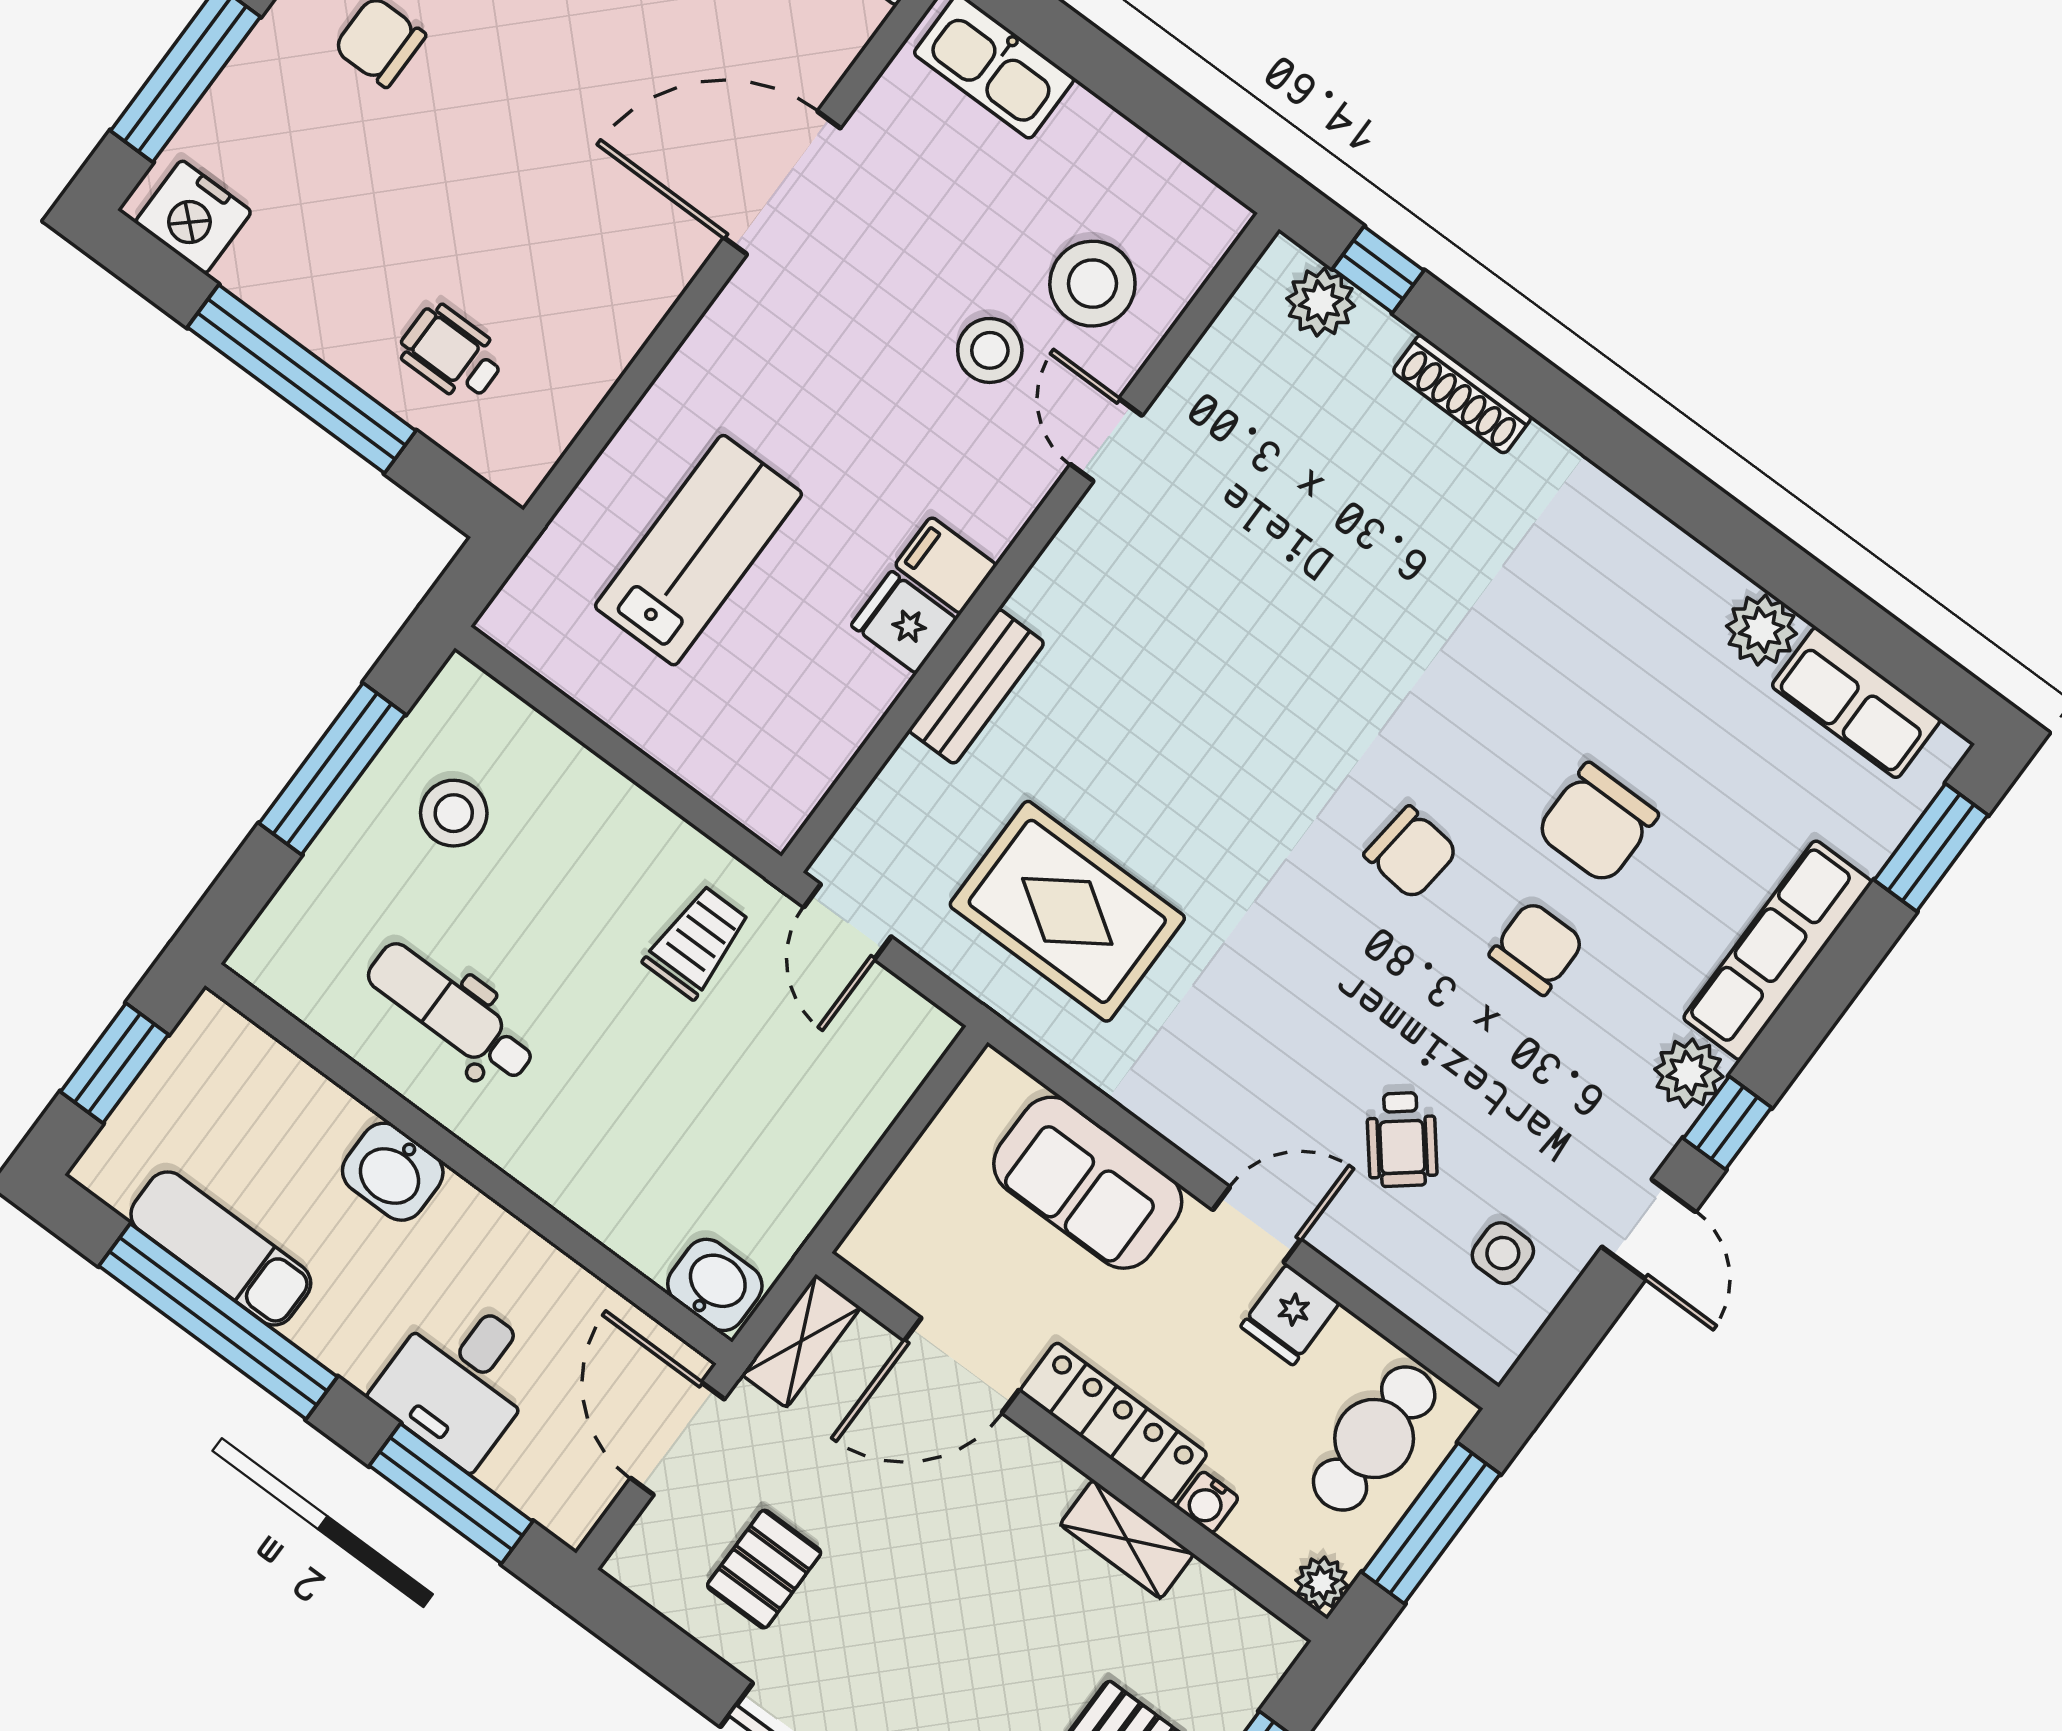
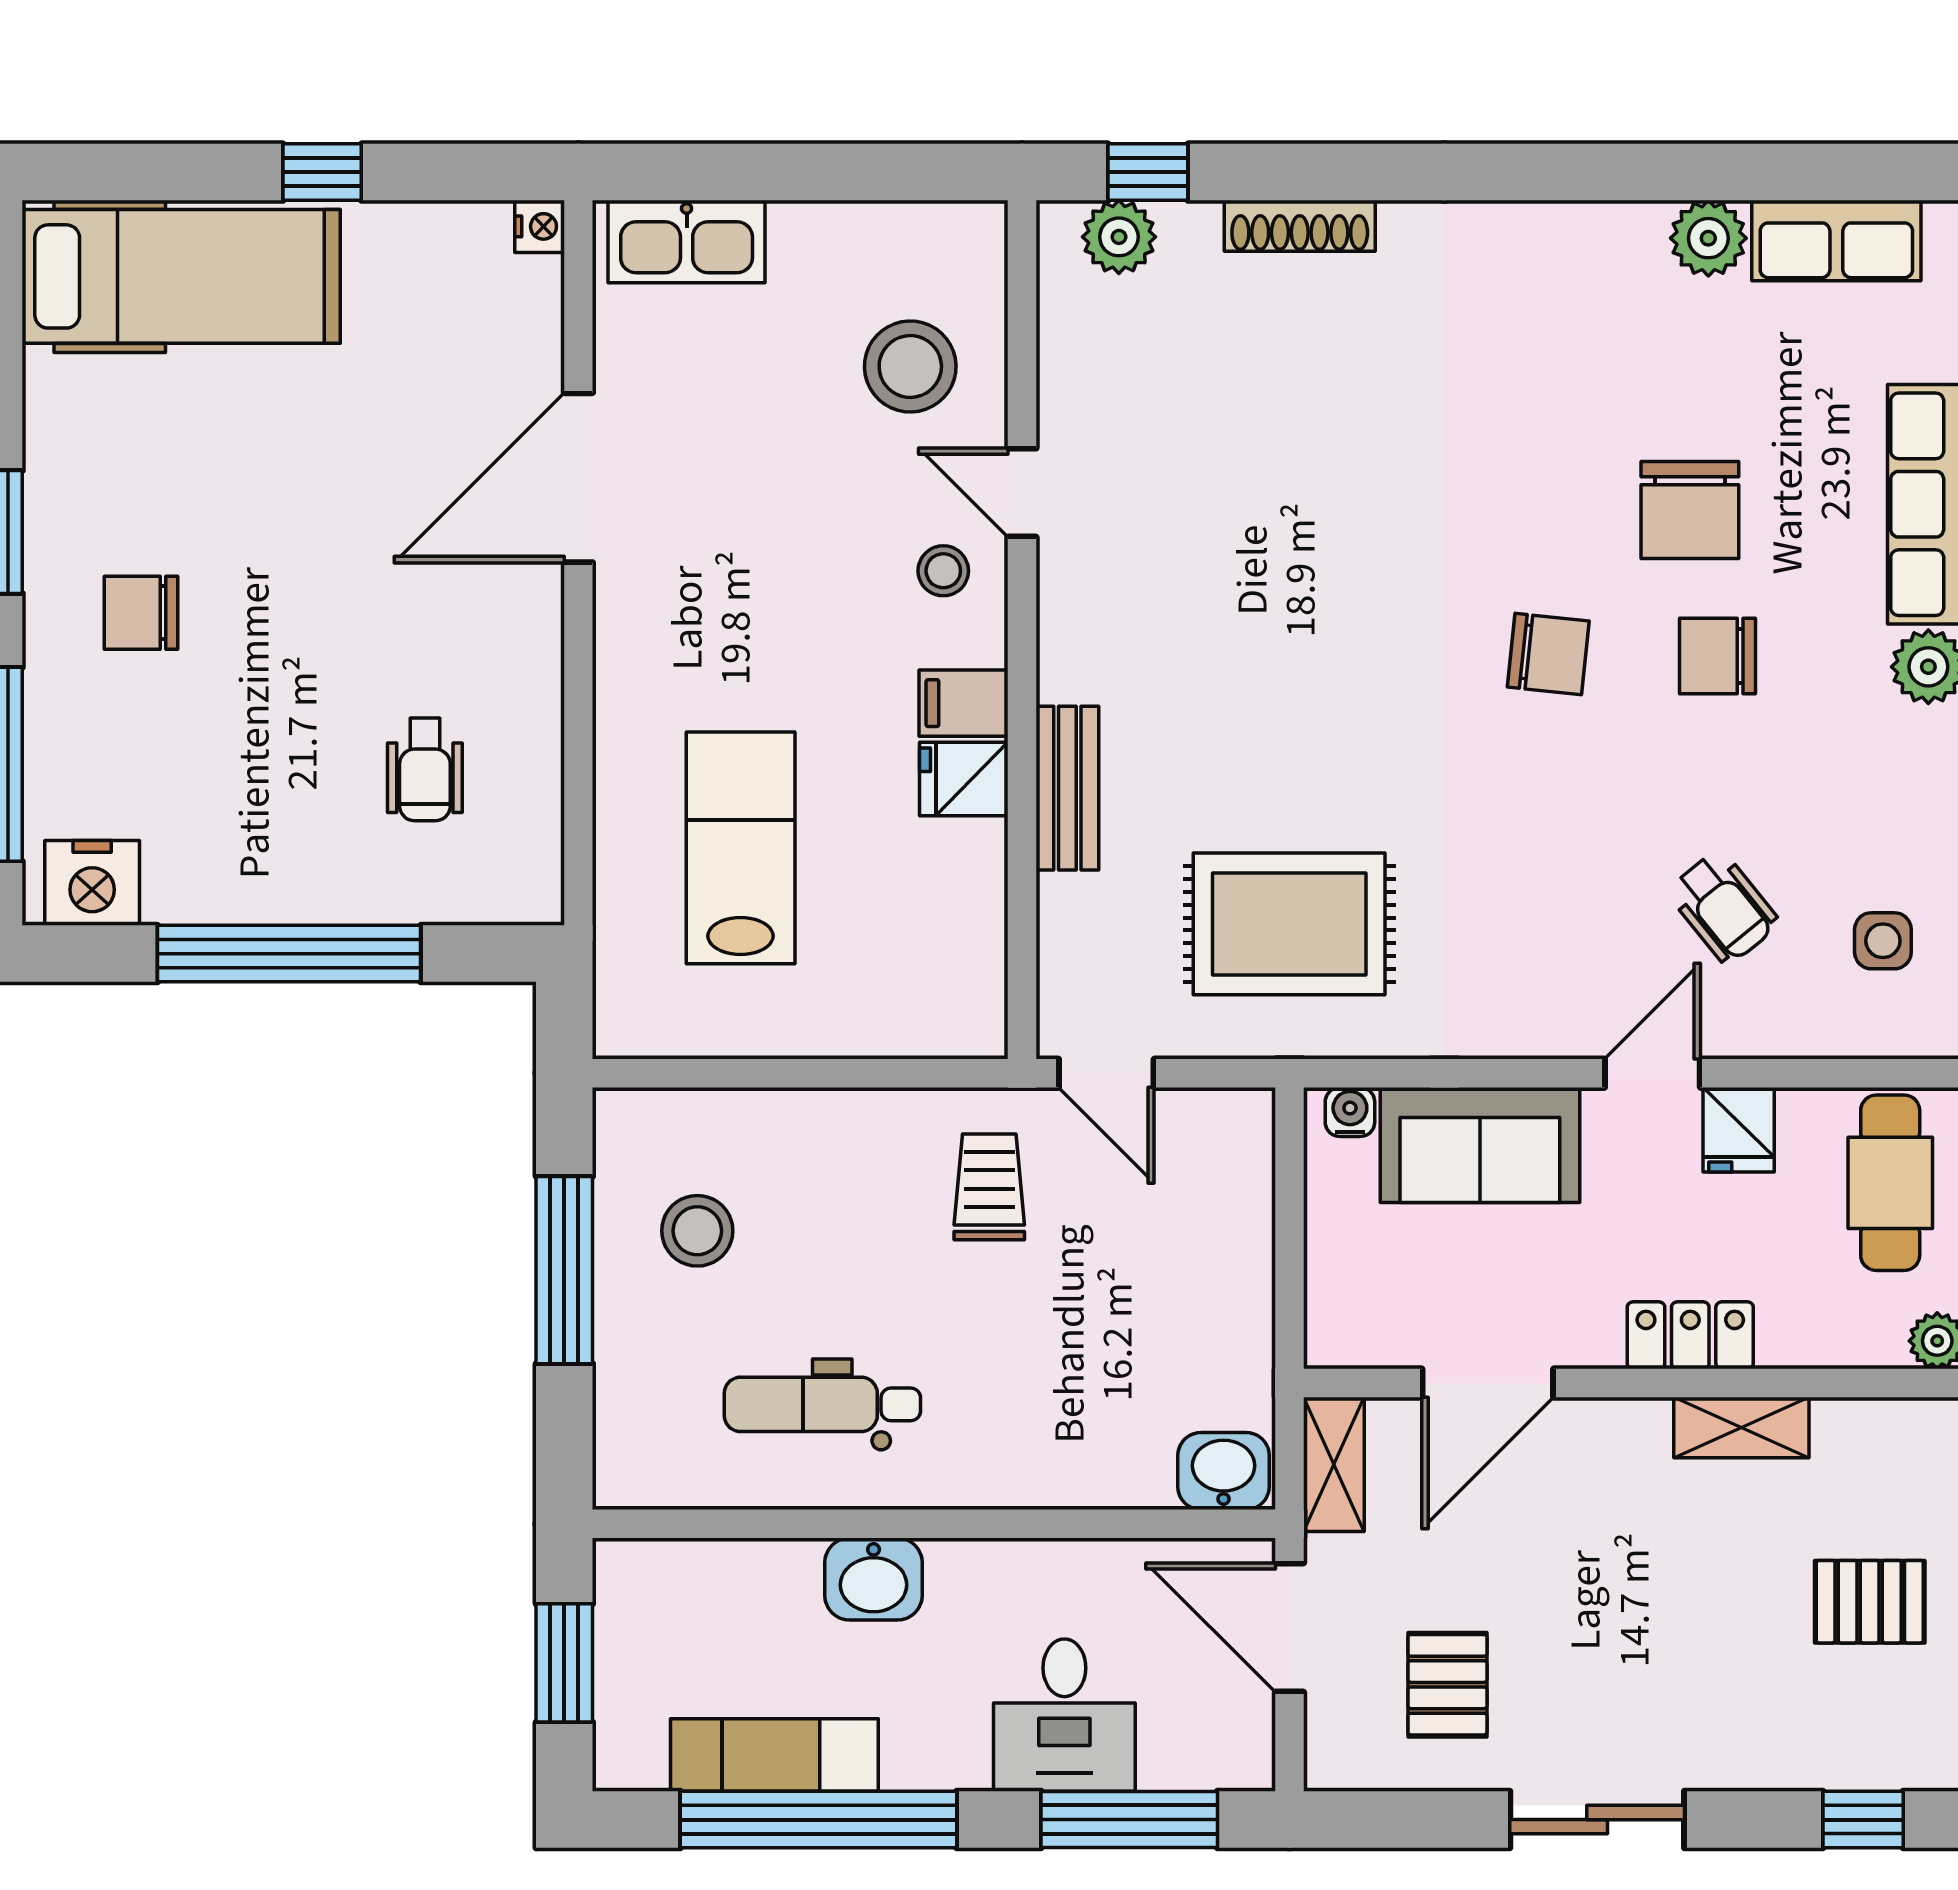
stool: (990, 350) -> (943, 571), moved, width x0.73, depth x0.73
wheelchair: (452, 353) -> (425, 770), moved, turned -90
chair: (1537, 948) -> (1718, 656), turned -90
locker: (1114, 1423) -> (1690, 1335), width x0.66
water cooler: (1207, 1502) -> (1350, 1112), moved, turned 180

